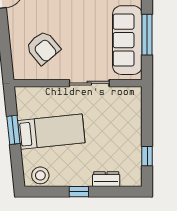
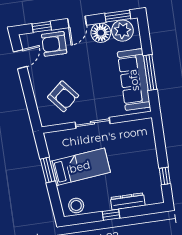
sliding door: (89, 83) -> (92, 123), moved
dresser: (106, 179) -> (128, 201), width x1.44

